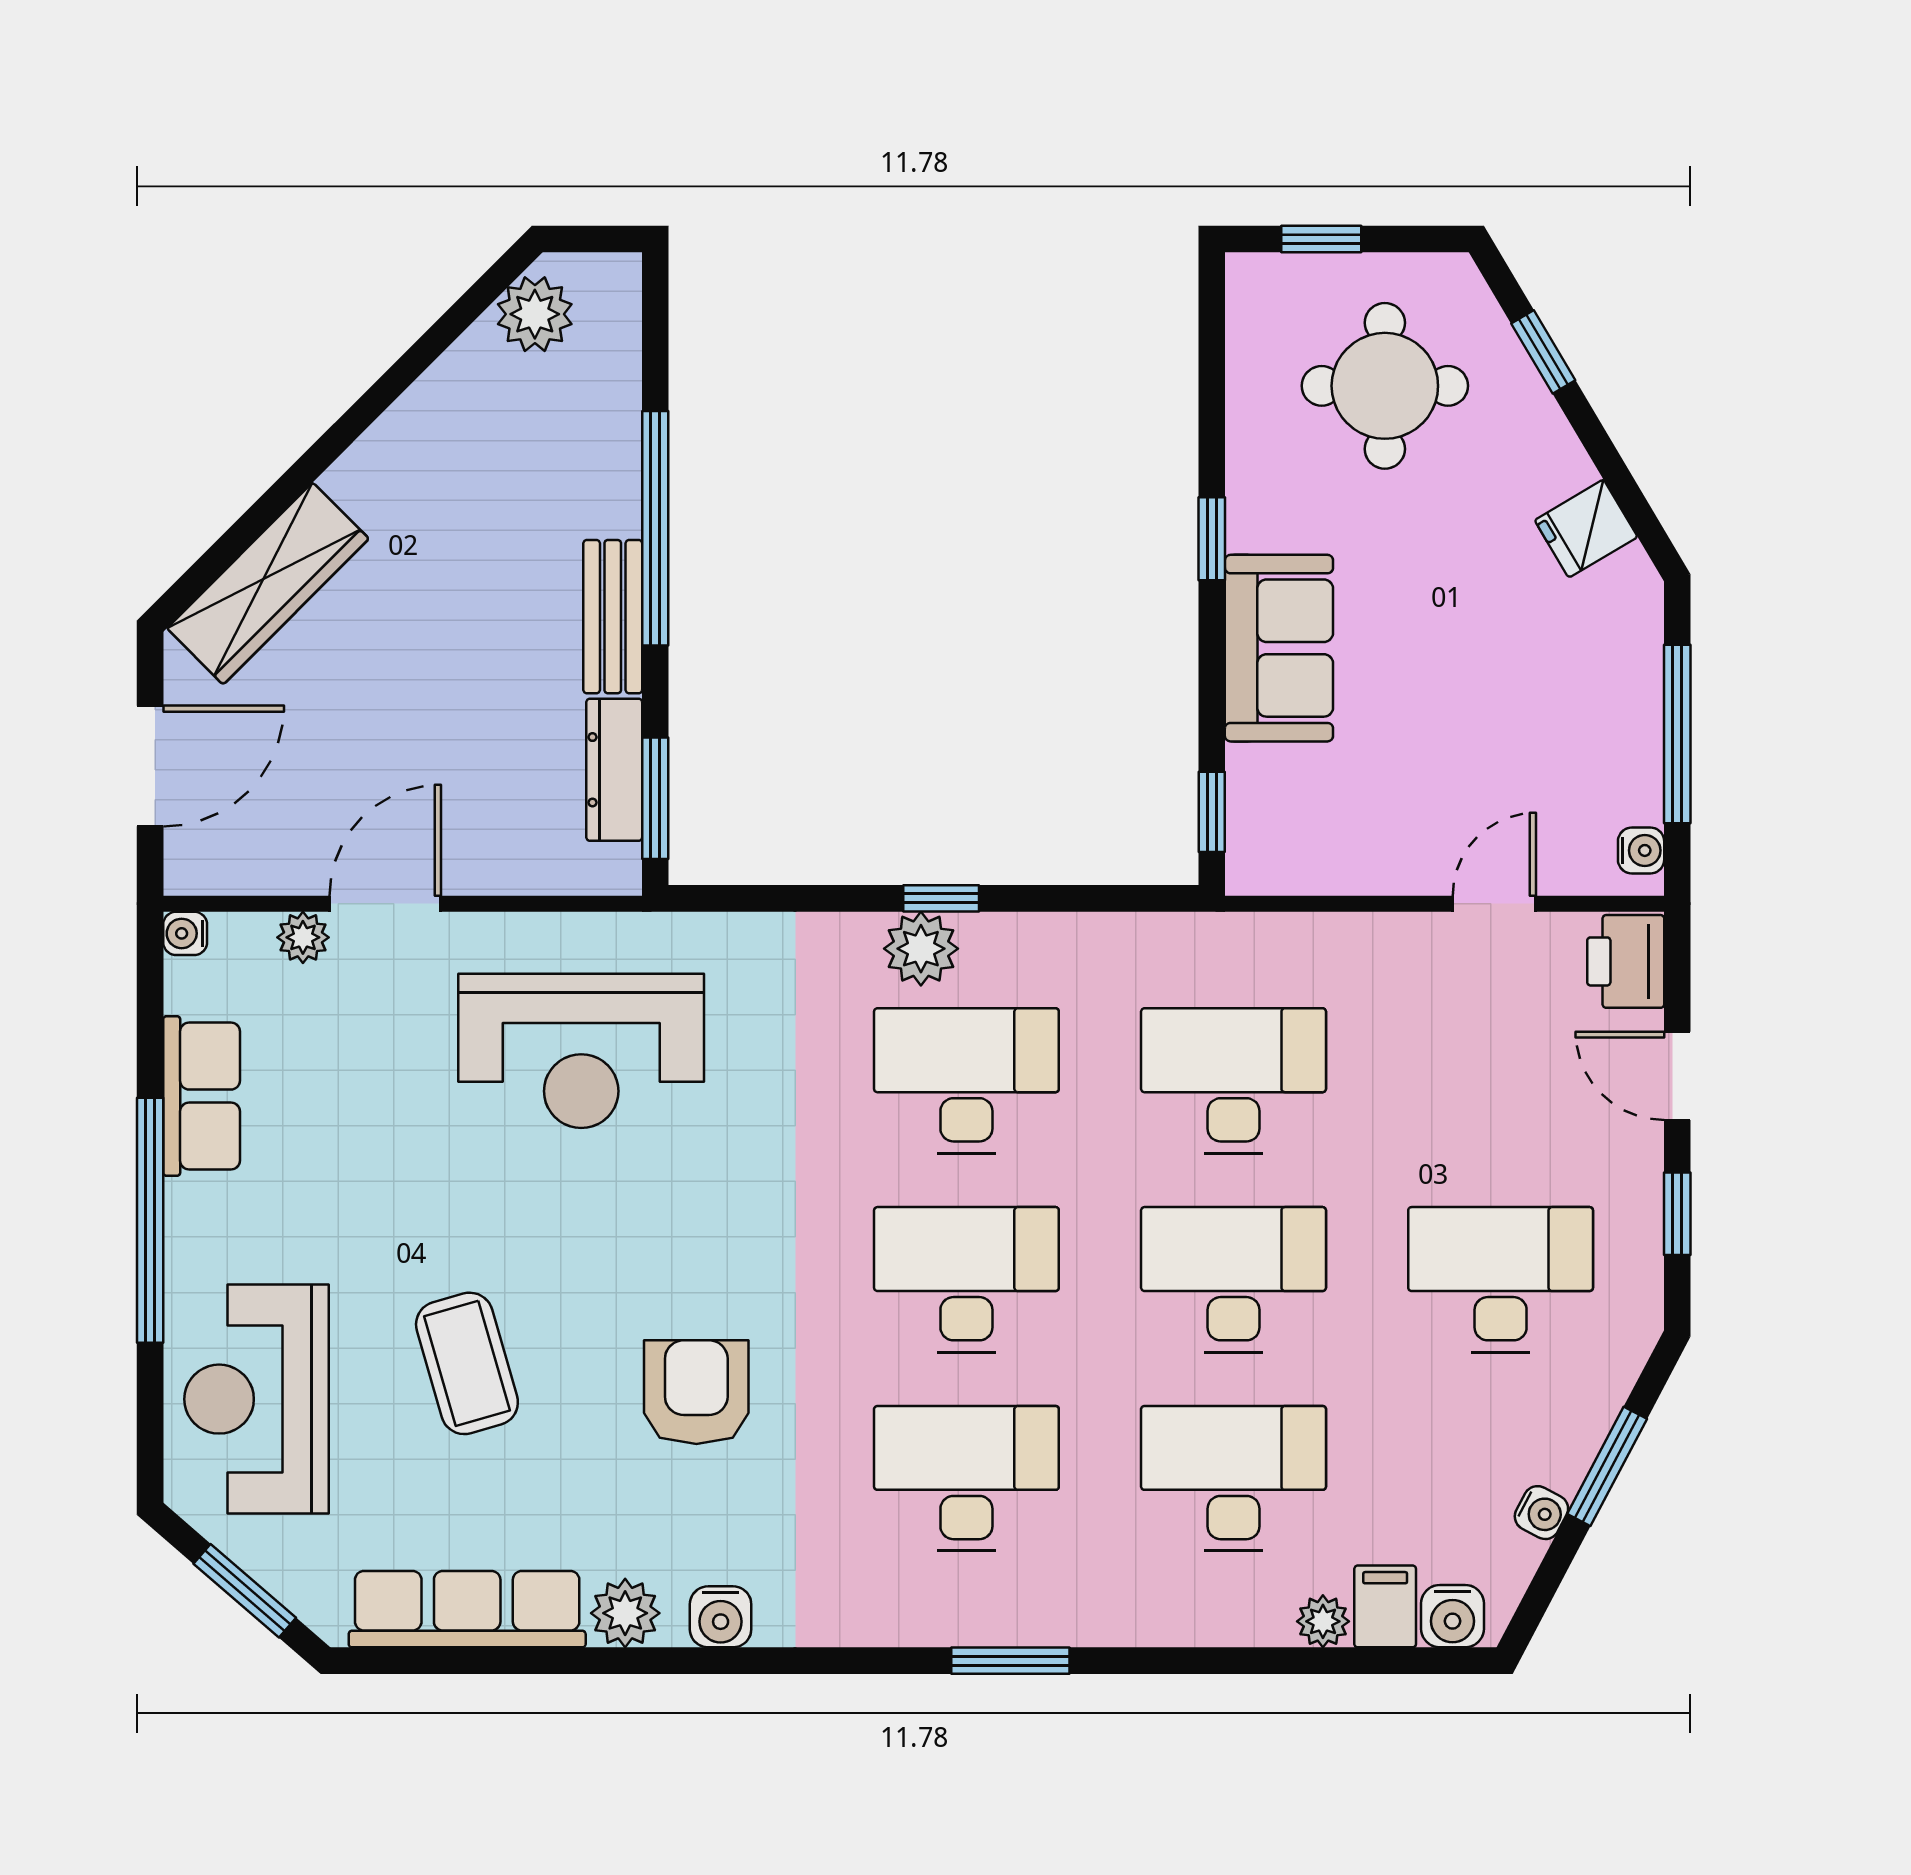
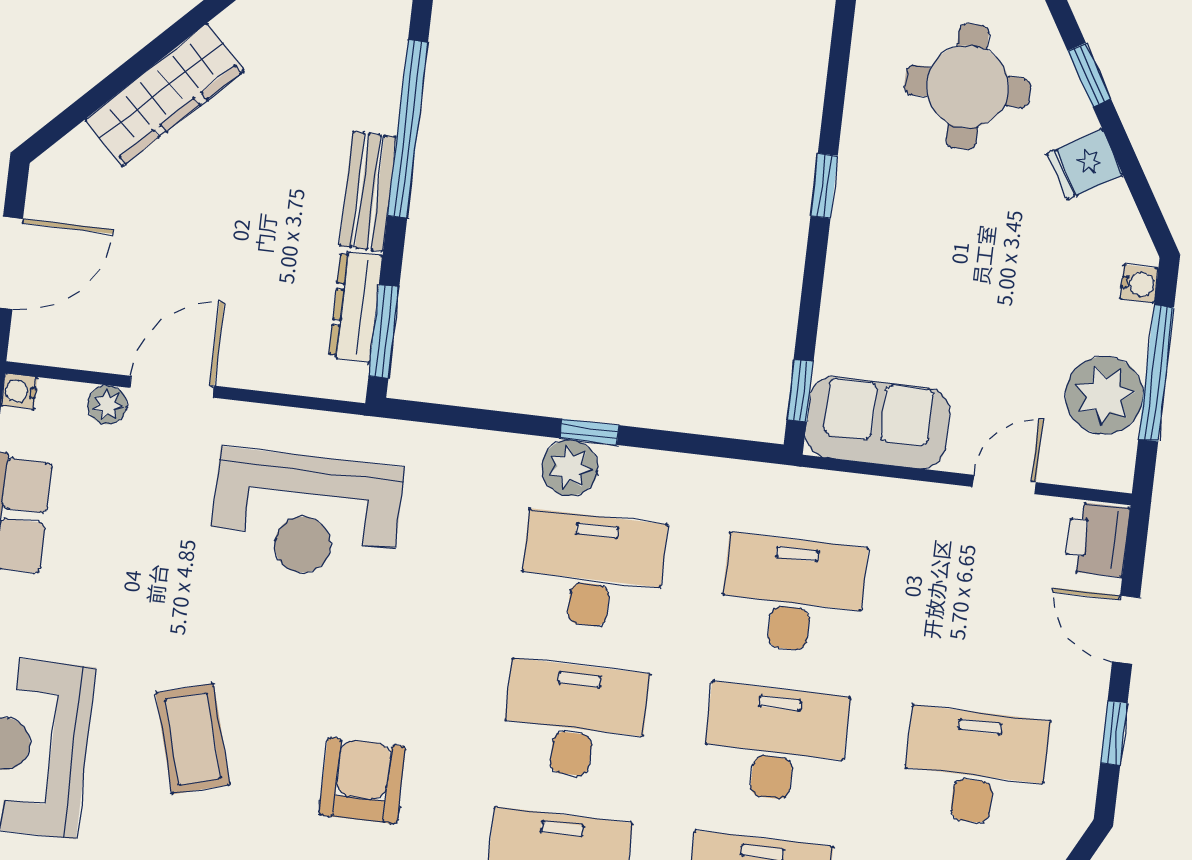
fridge: (1586, 529) -> (1085, 164), moved
wardrobe: (268, 583) -> (165, 95), moved
sofa: (1279, 648) -> (877, 423), moved, turned -90
plant: (1613, 771) -> (1104, 395), added
water cooler: (1641, 850) -> (1139, 284), moved

